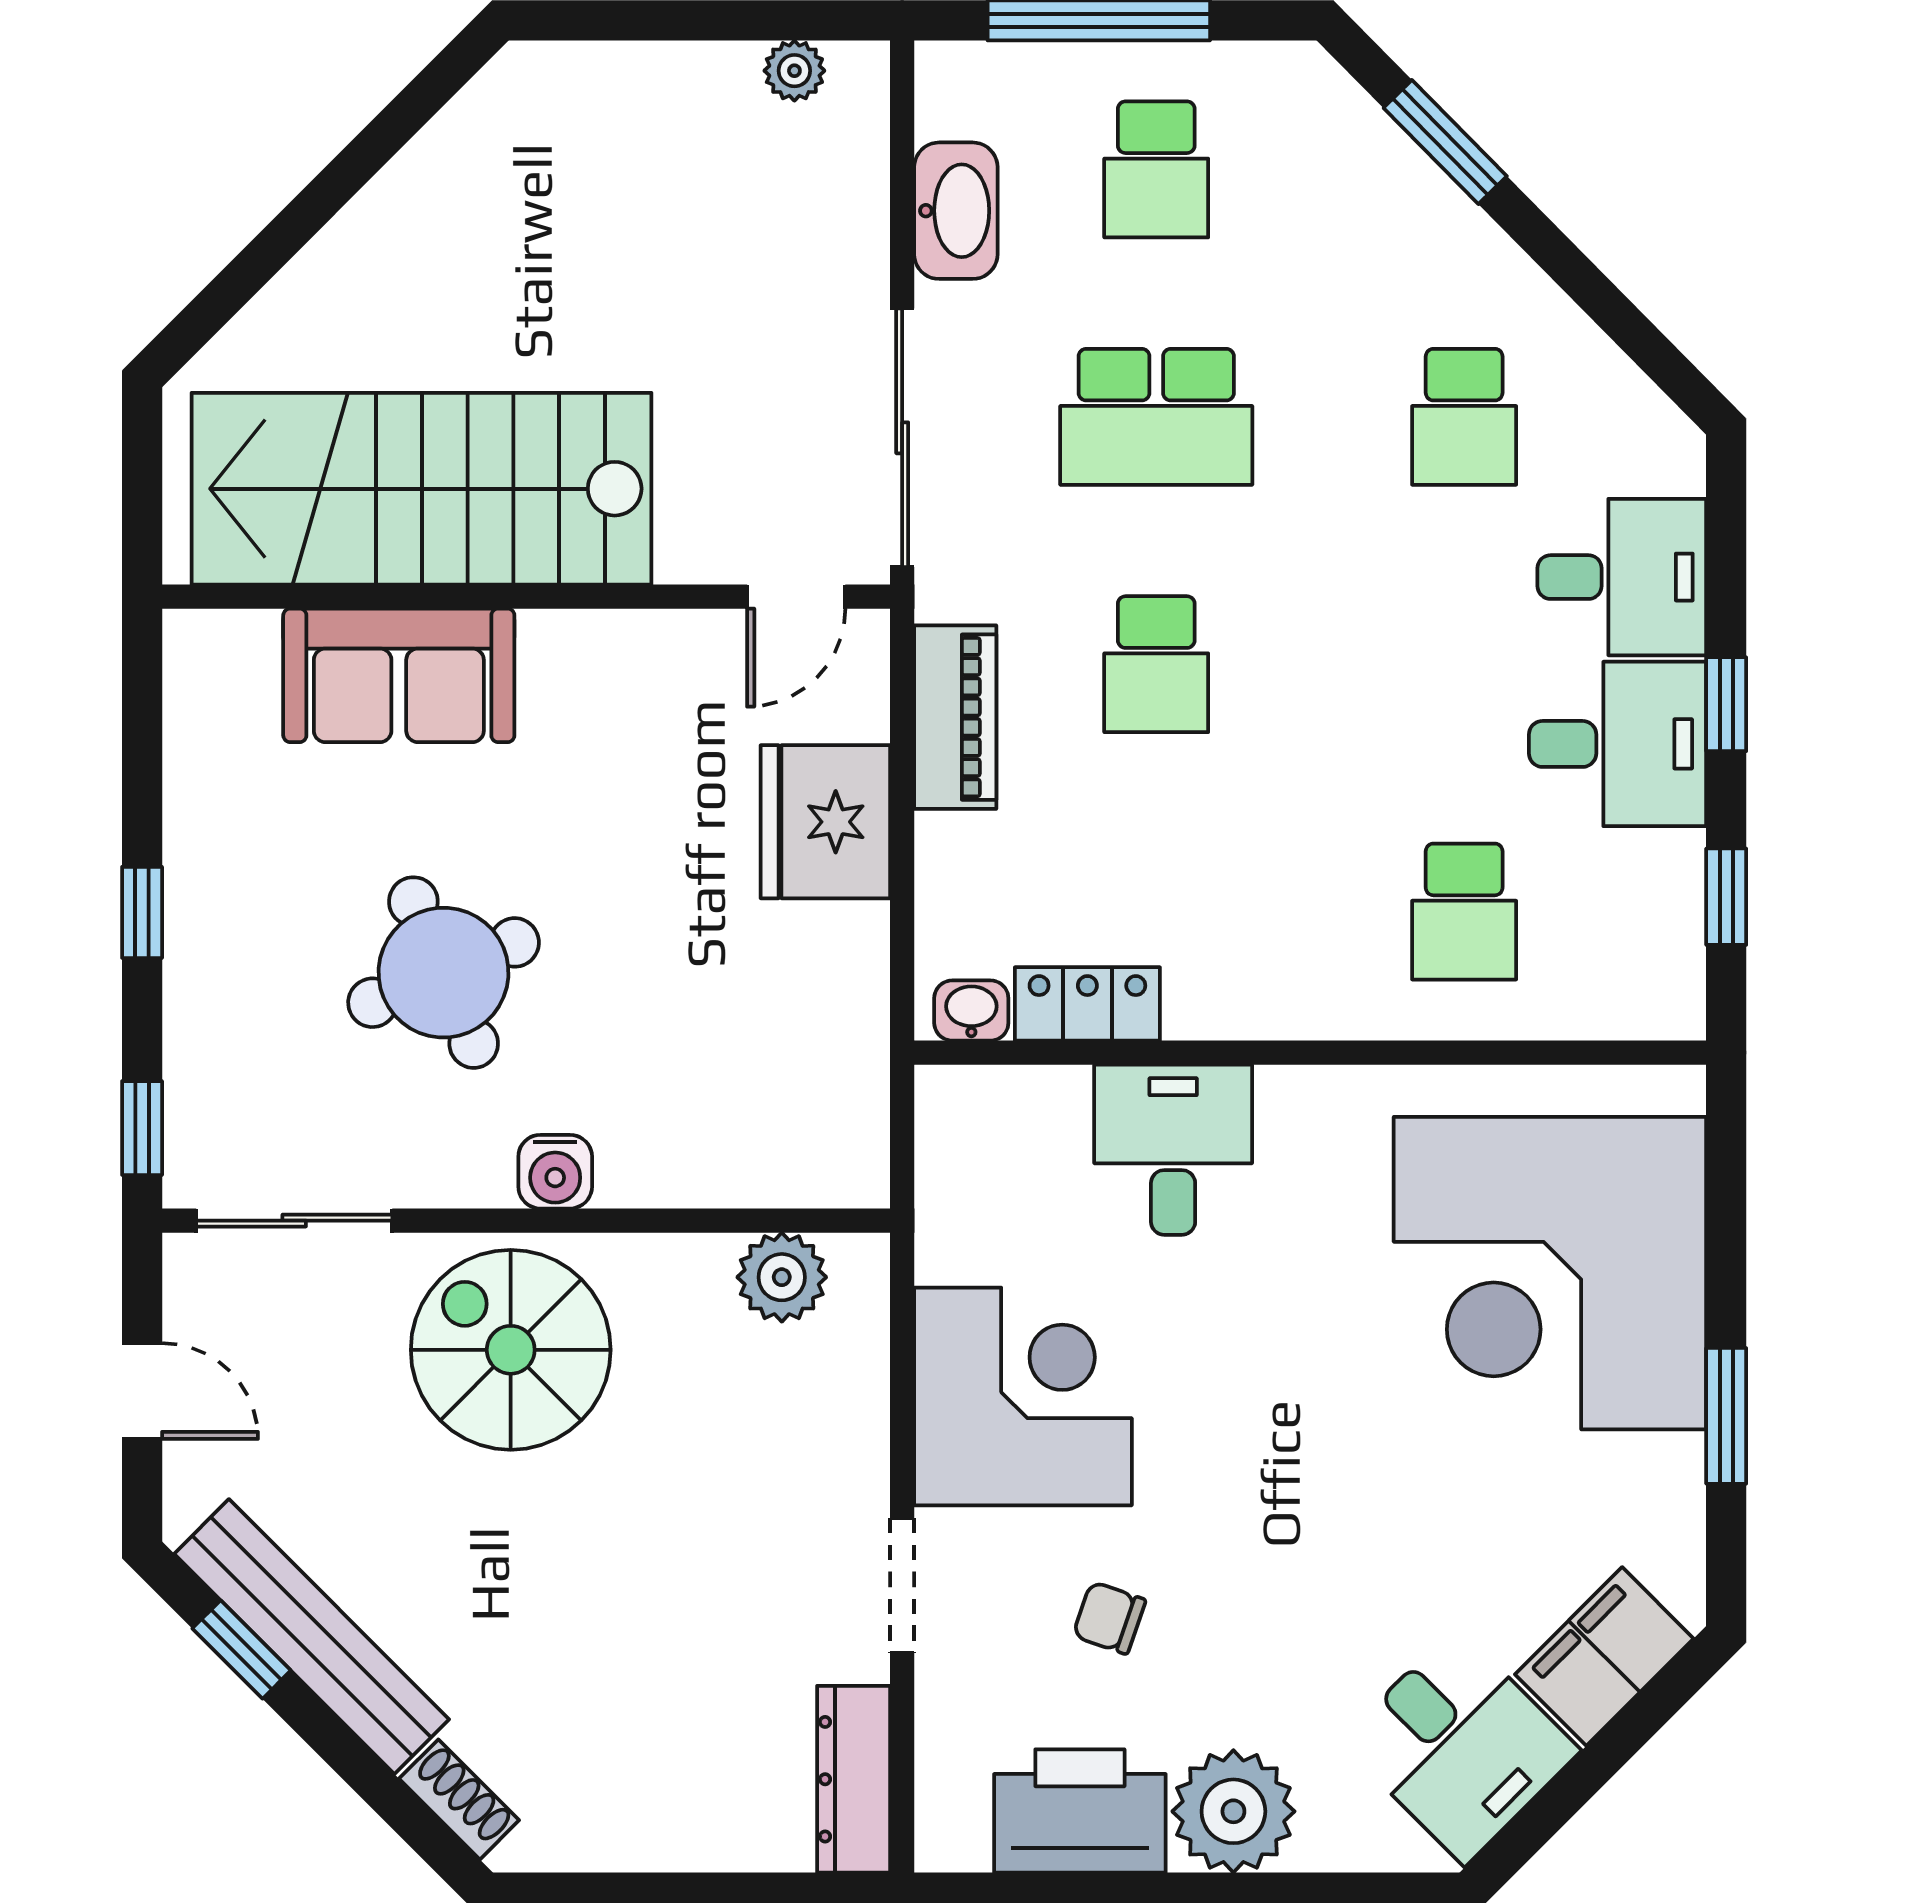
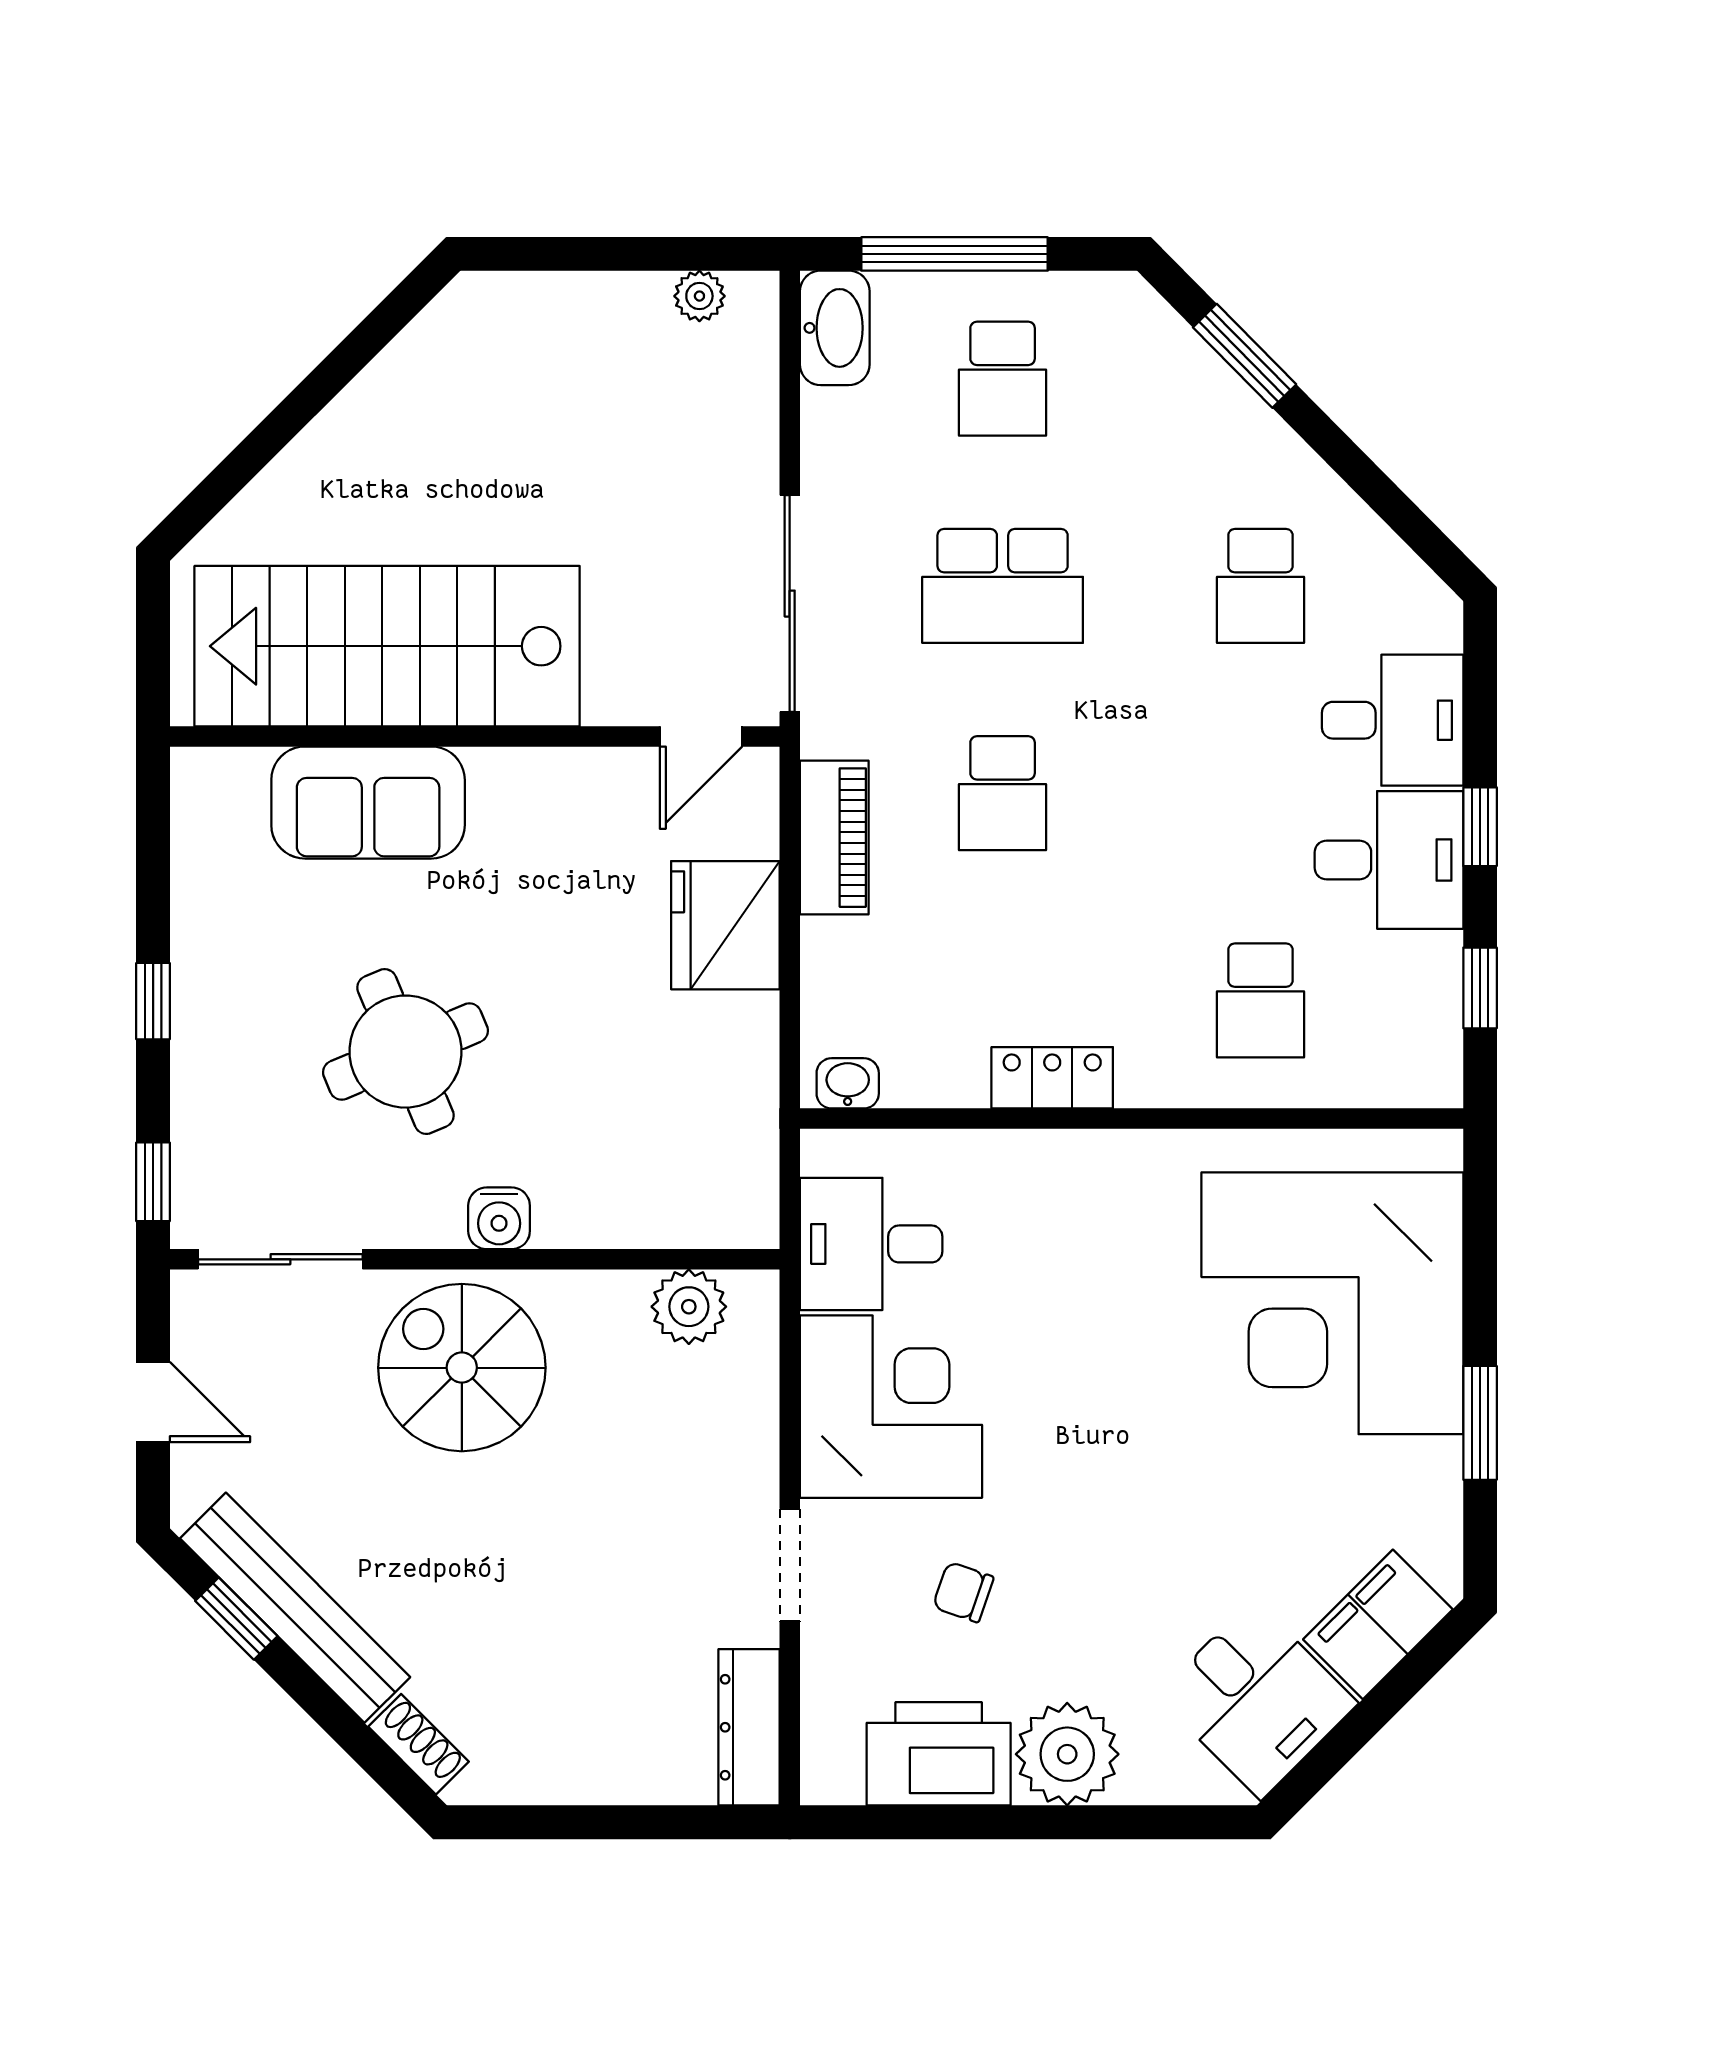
washbasin: (956, 211) -> (835, 328), moved
locker: (1087, 1004) -> (1052, 1078), moved
desk: (1173, 1150) -> (871, 1244), moved, turned -90

